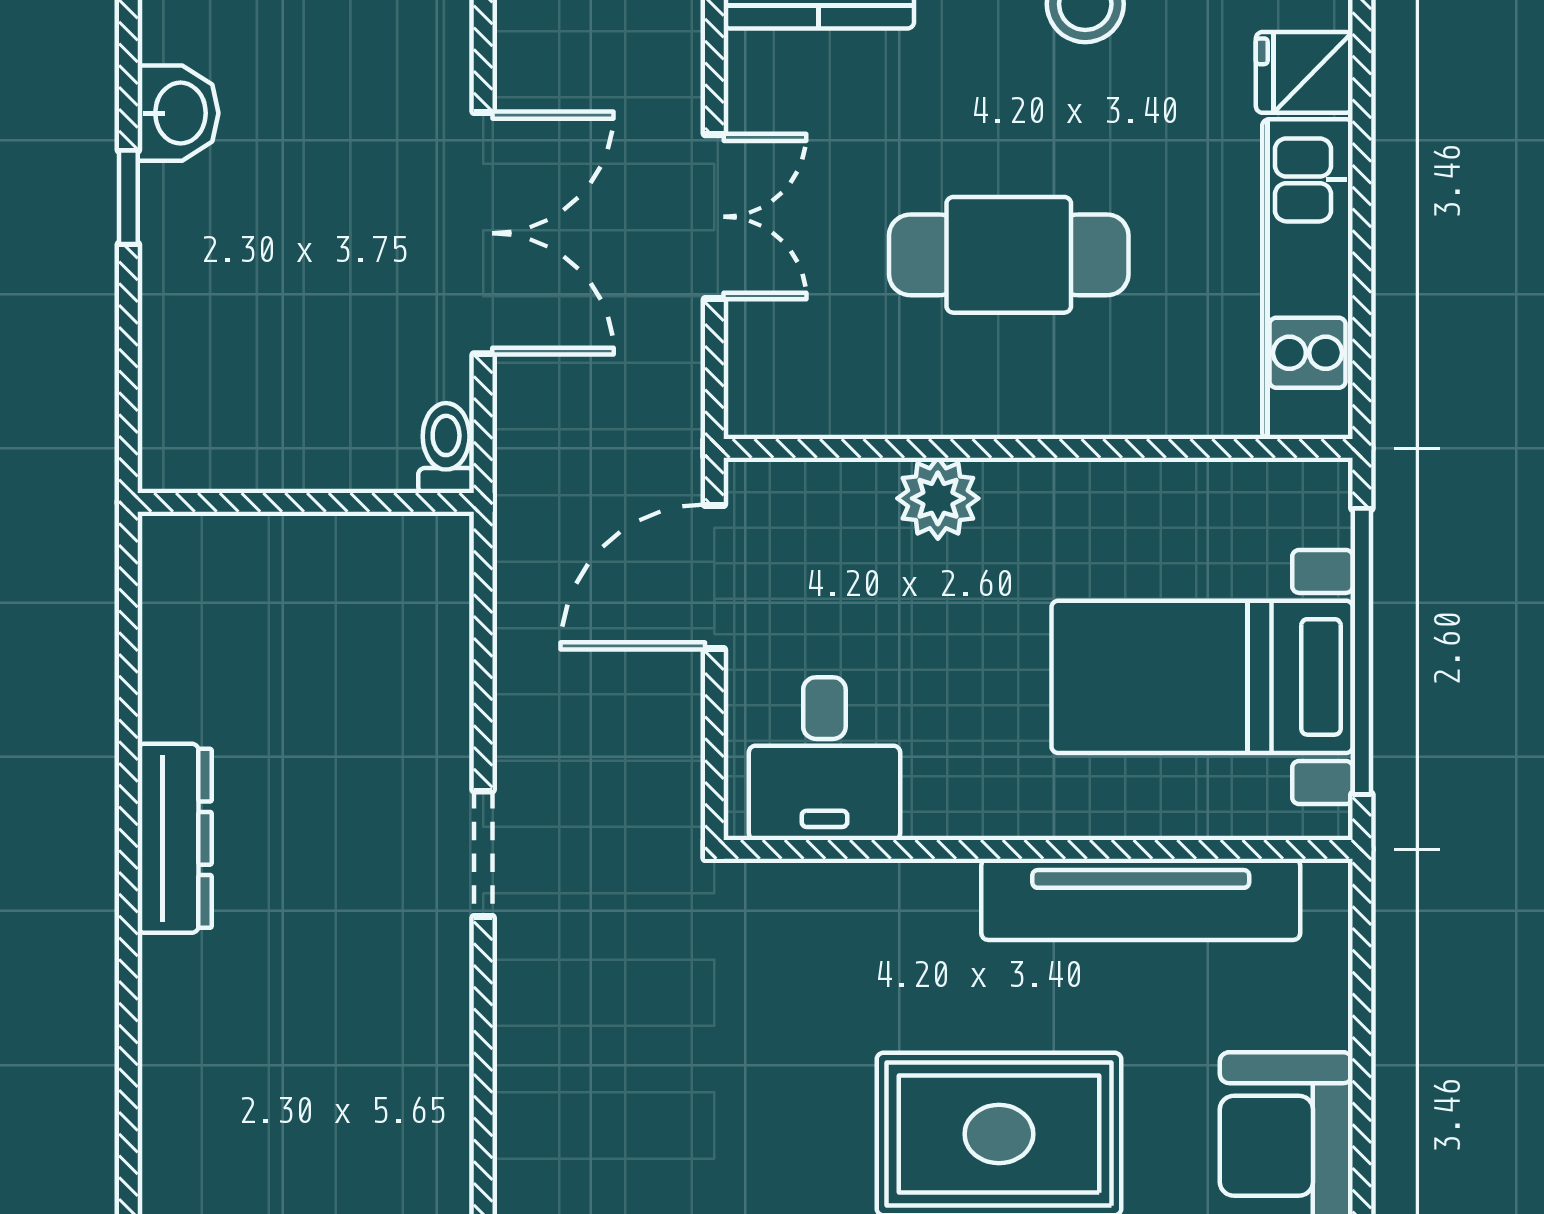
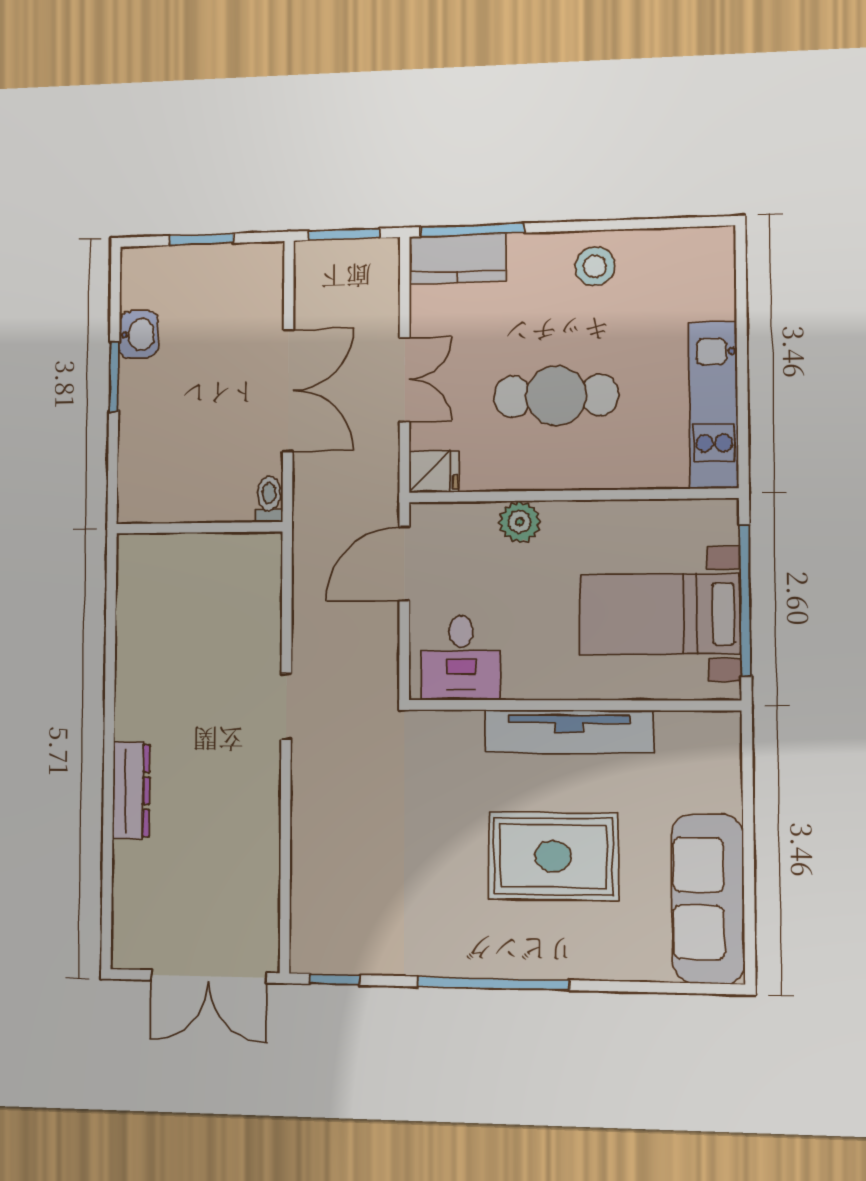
fridge: (1304, 72) -> (434, 472), moved, turned 180
window: (128, 197) -> (114, 377), width x1.50
dresser: (175, 838) -> (131, 791), moved
tv unit: (1141, 899) -> (569, 732), moved

